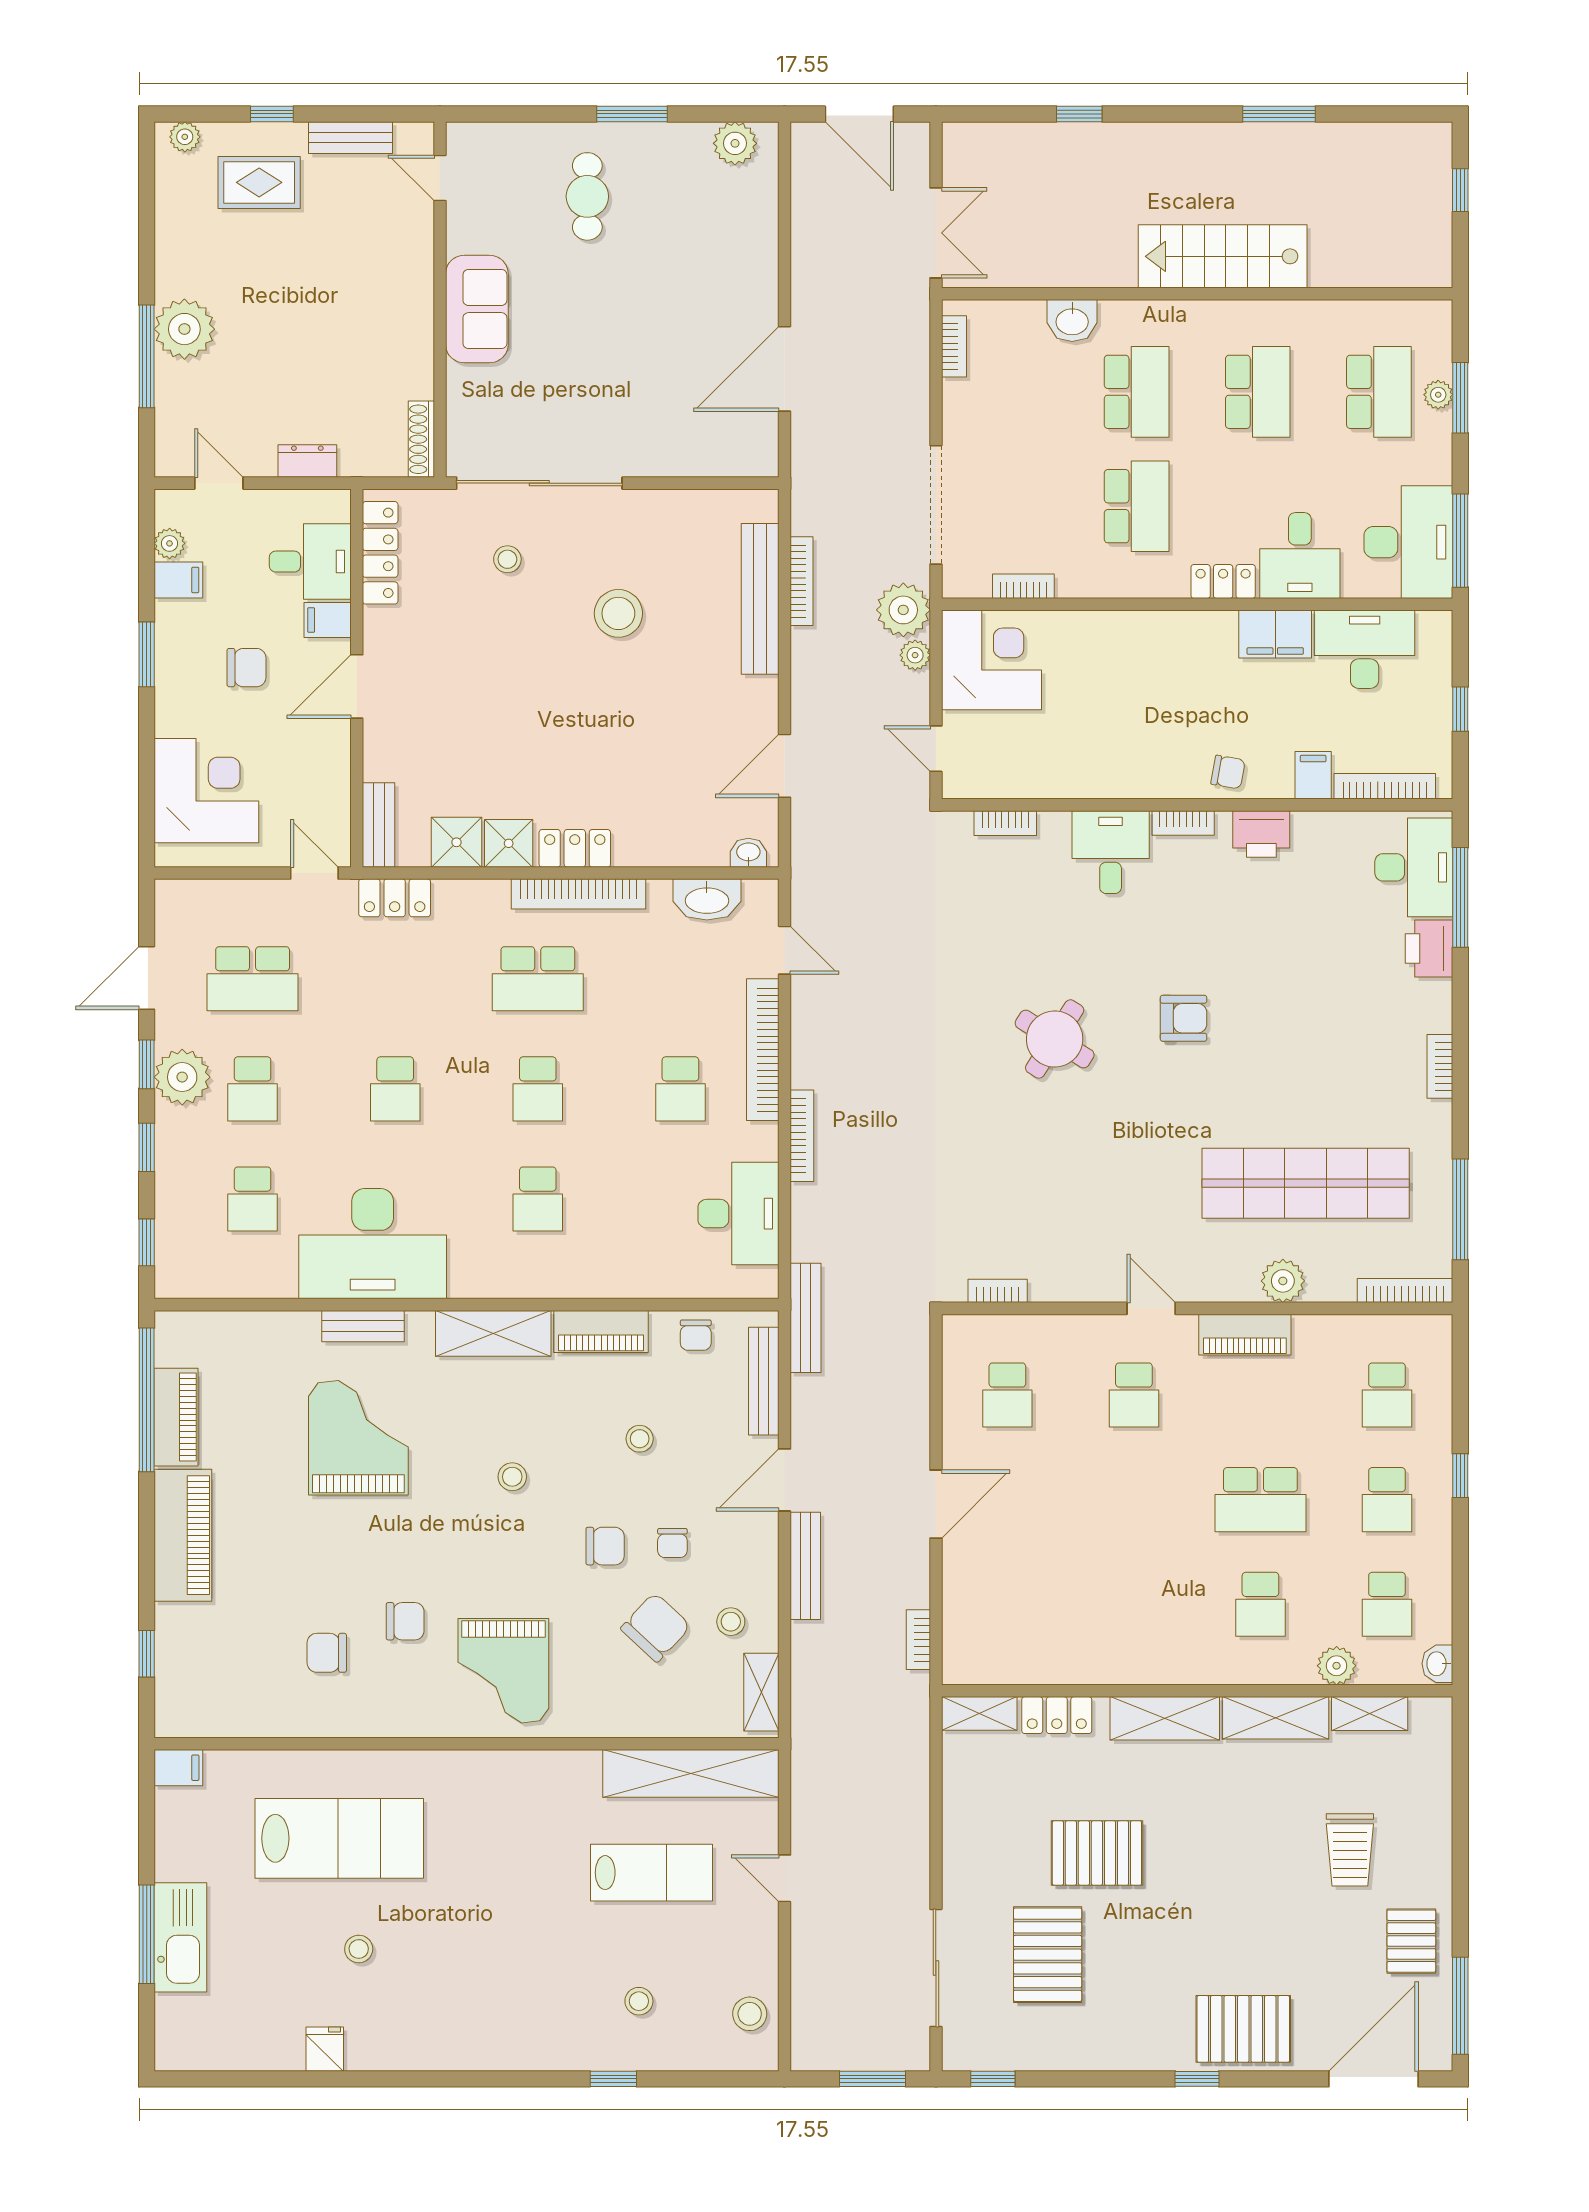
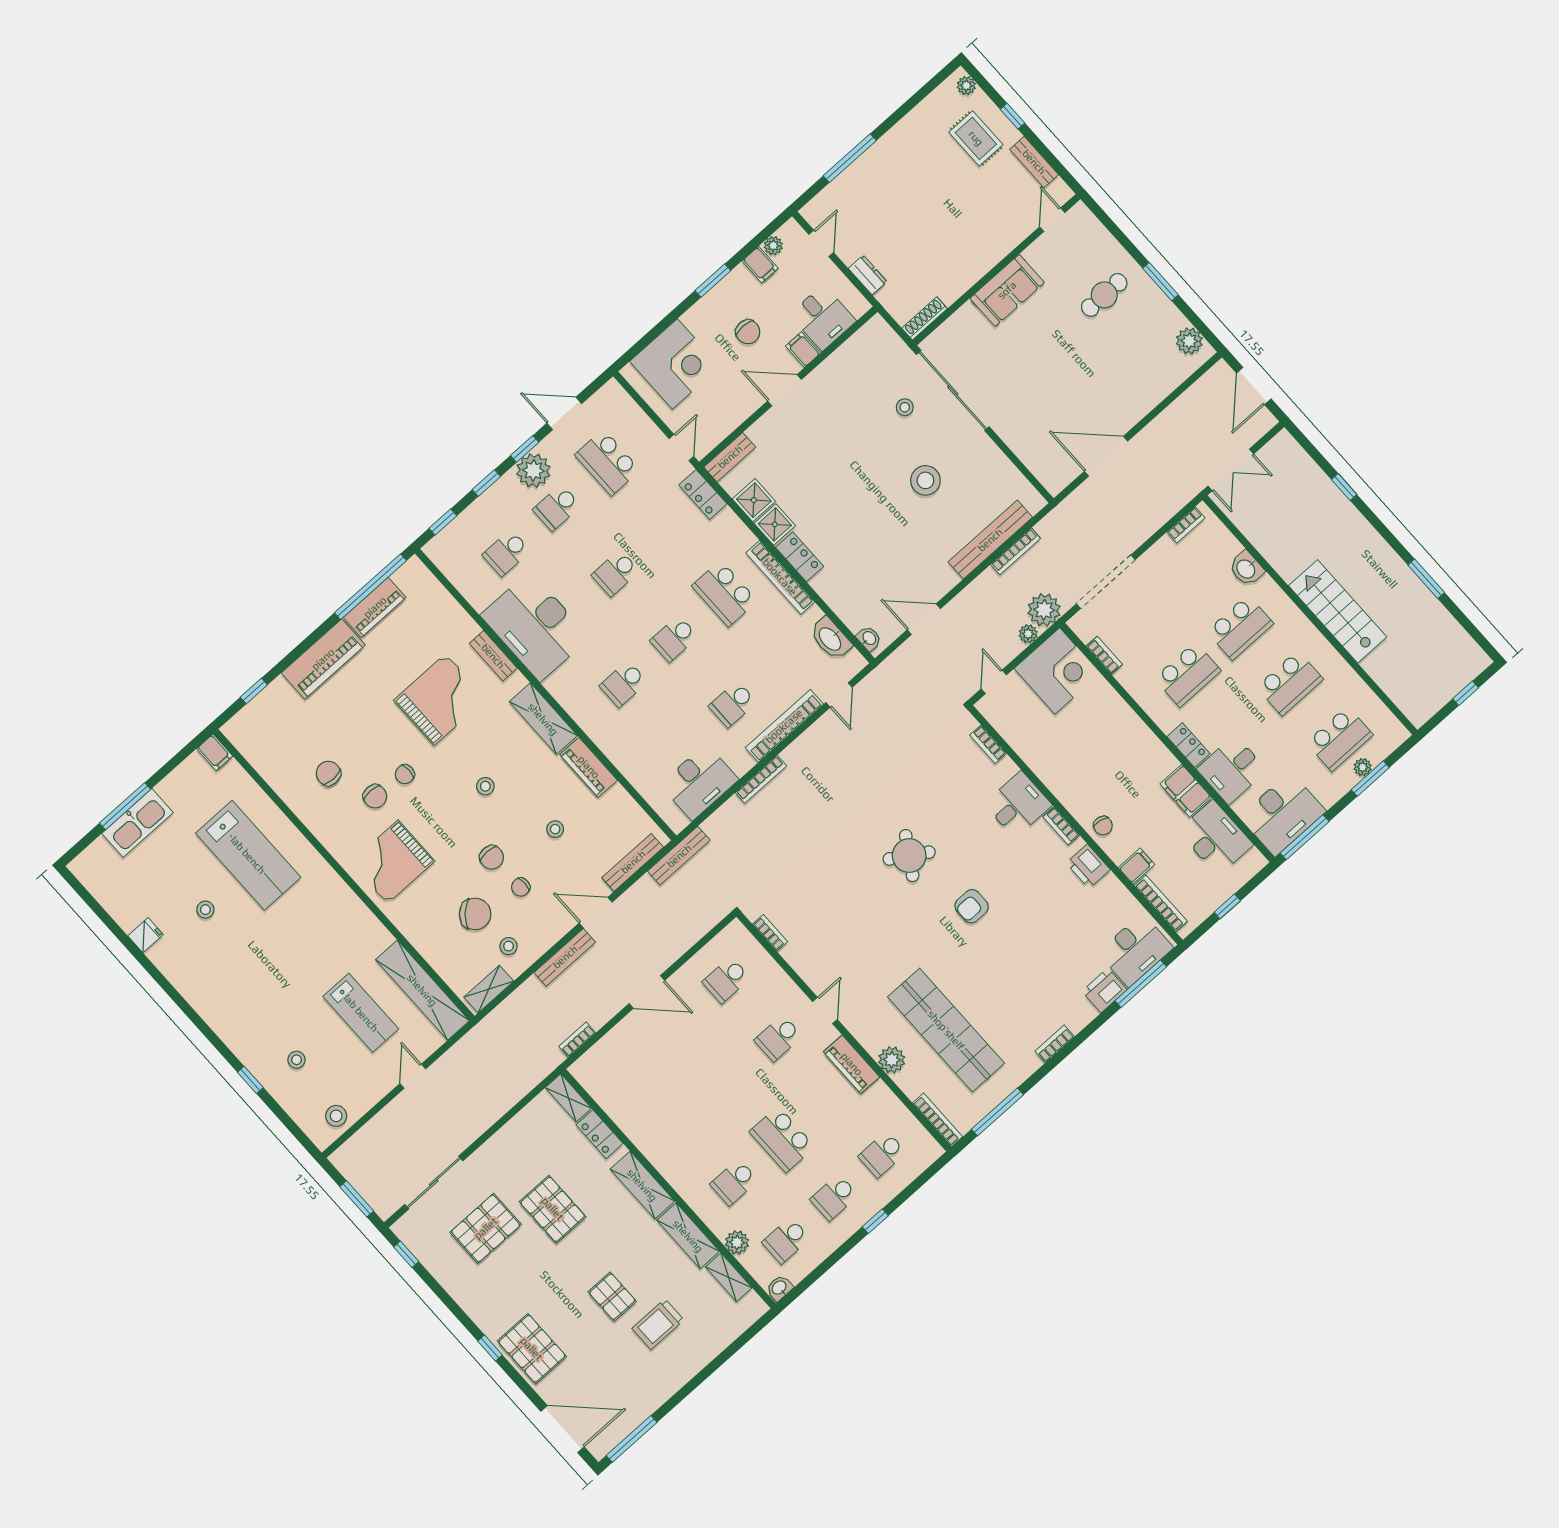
plant: (184, 329) -> (878, 164), removed
locker: (380, 553) -> (855, 346), removed
armchair: (1183, 1018) -> (972, 906), turned 90
chair: (696, 1335) -> (405, 774), moved
pallet: (1411, 1941) -> (612, 1297), moved, turned 90

